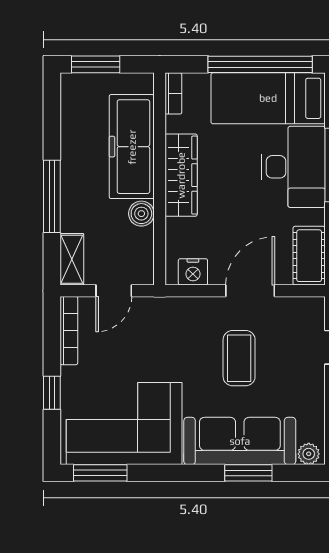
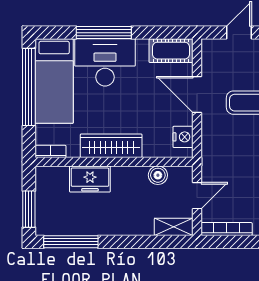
freezer: (132, 147) -> (90, 179), width x0.52, depth x0.79
window: (52, 196) -> (71, 242), moved
boiler: (141, 214) -> (158, 175), moved
door: (114, 291) -> (197, 196), hinge flipped

